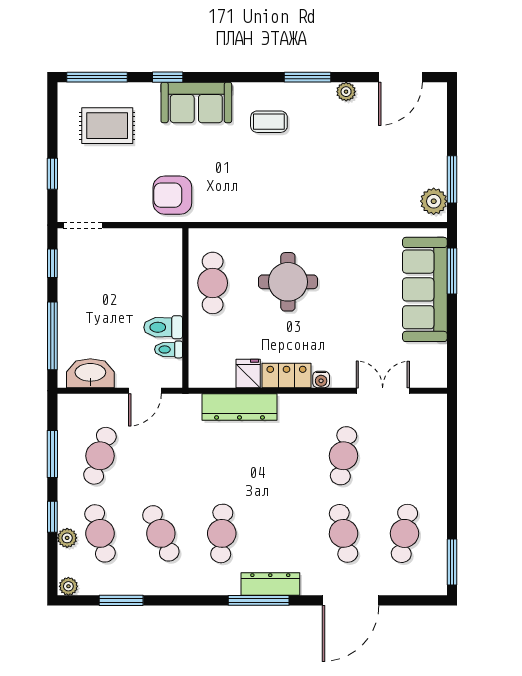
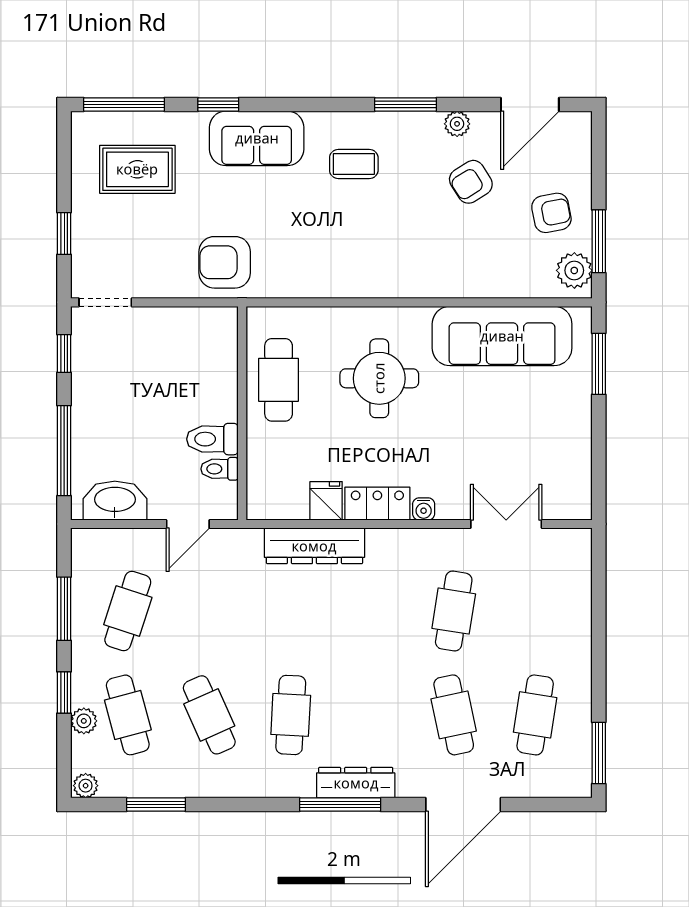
armchair: (356, 135) -> (471, 182), added
armchair: (417, 158) -> (551, 213), added
sofa: (425, 289) -> (502, 336), moved, turned -90

